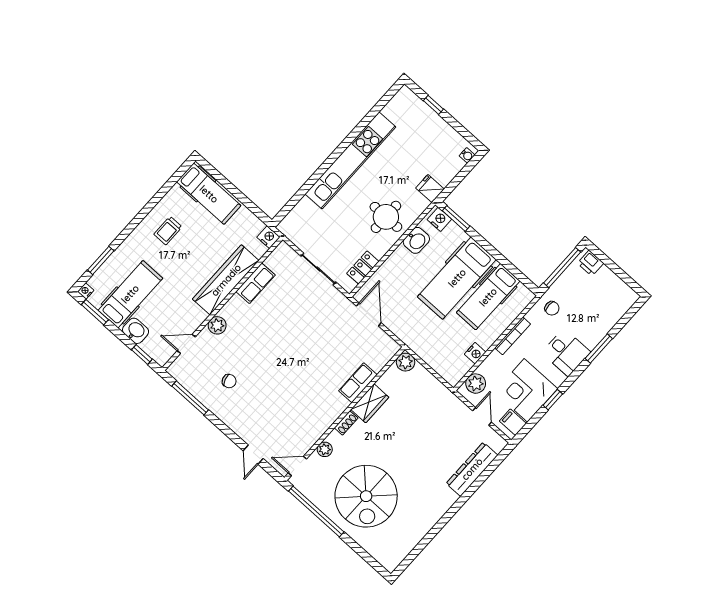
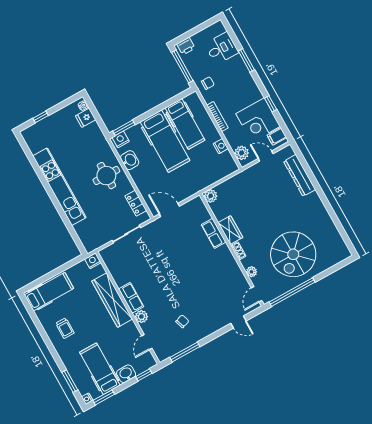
fridge: (430, 189) -> (86, 118), moved
row of seats: (256, 283) -> (131, 298), moved
desk: (566, 352) -> (222, 48), moved
spiral stairs: (366, 496) -> (293, 254), turned 90

